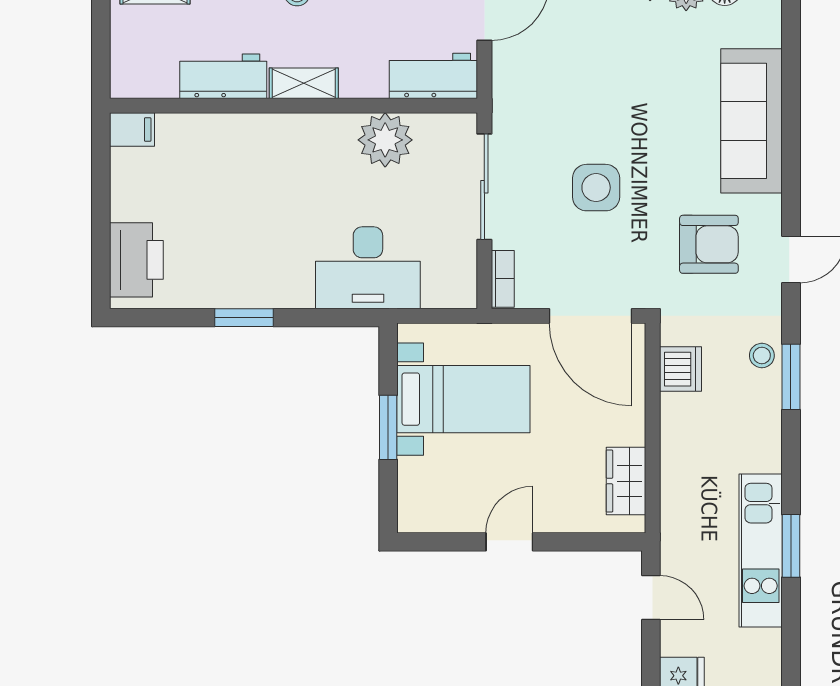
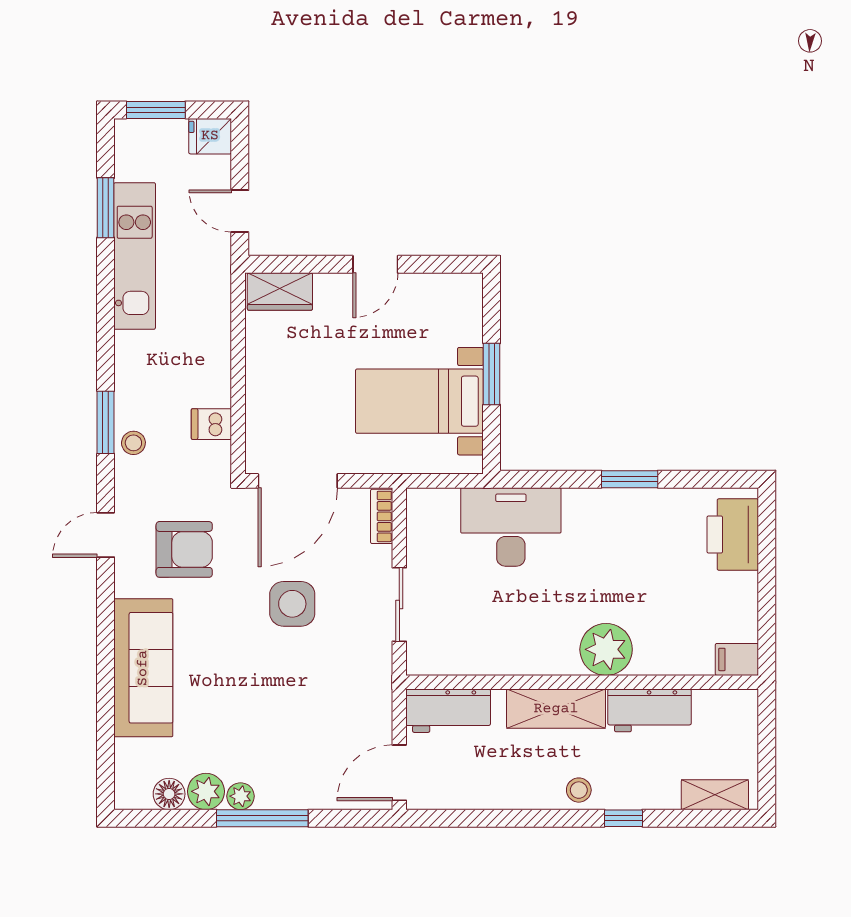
shelving: (304, 83) -> (556, 709), width x1.50, depth x1.33
plant: (385, 140) -> (606, 649), moved
sliding door: (484, 187) -> (399, 605), width x0.73
armchair: (709, 244) -> (184, 549), turned 180
door: (590, 316) -> (298, 481), swing flipped
dishwasher: (681, 369) -> (211, 424), width x0.73
wardrobe: (626, 481) -> (280, 292), moved, turned 90
window: (791, 546) -> (106, 208), moved

